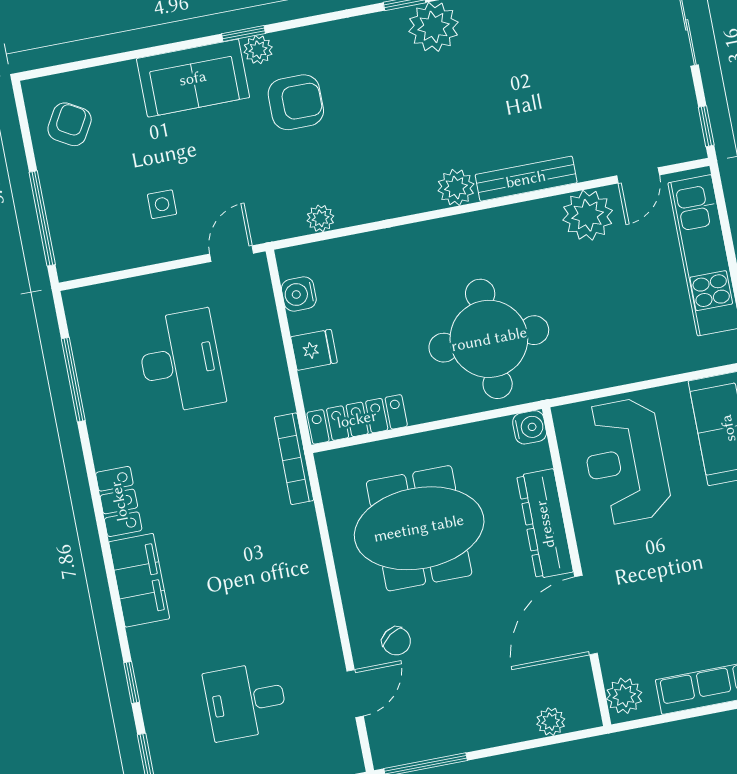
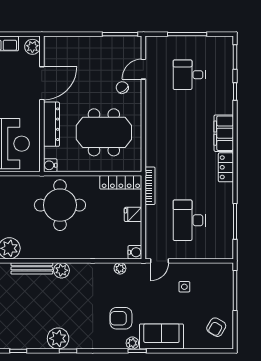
water cooler: (299, 294) -> (135, 252), moved
bookcase: (294, 459) -> (150, 186), moved
desk: (246, 701) -> (189, 75), turned 180
plant: (551, 722) -> (65, 42), removed

